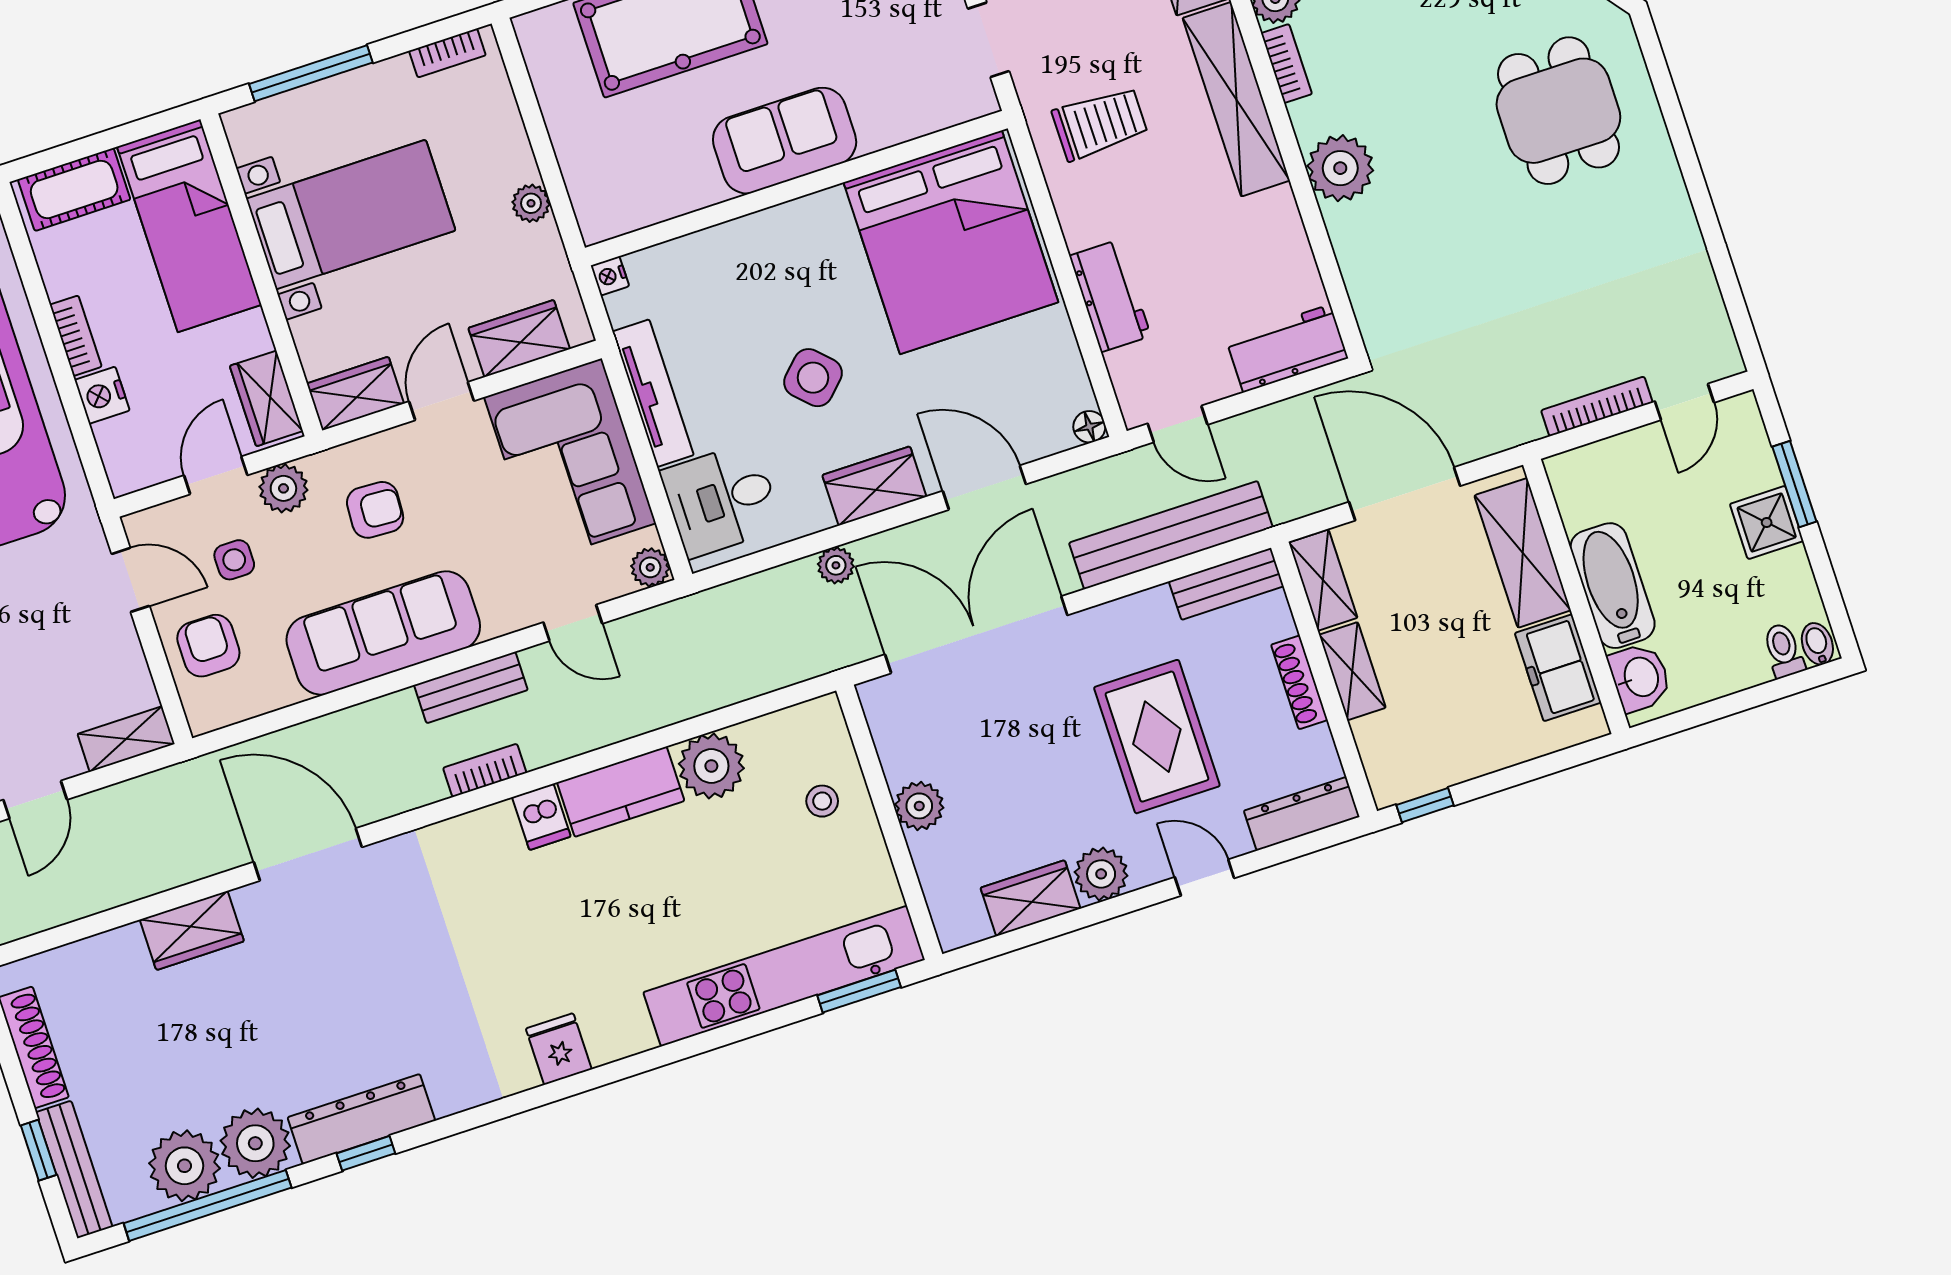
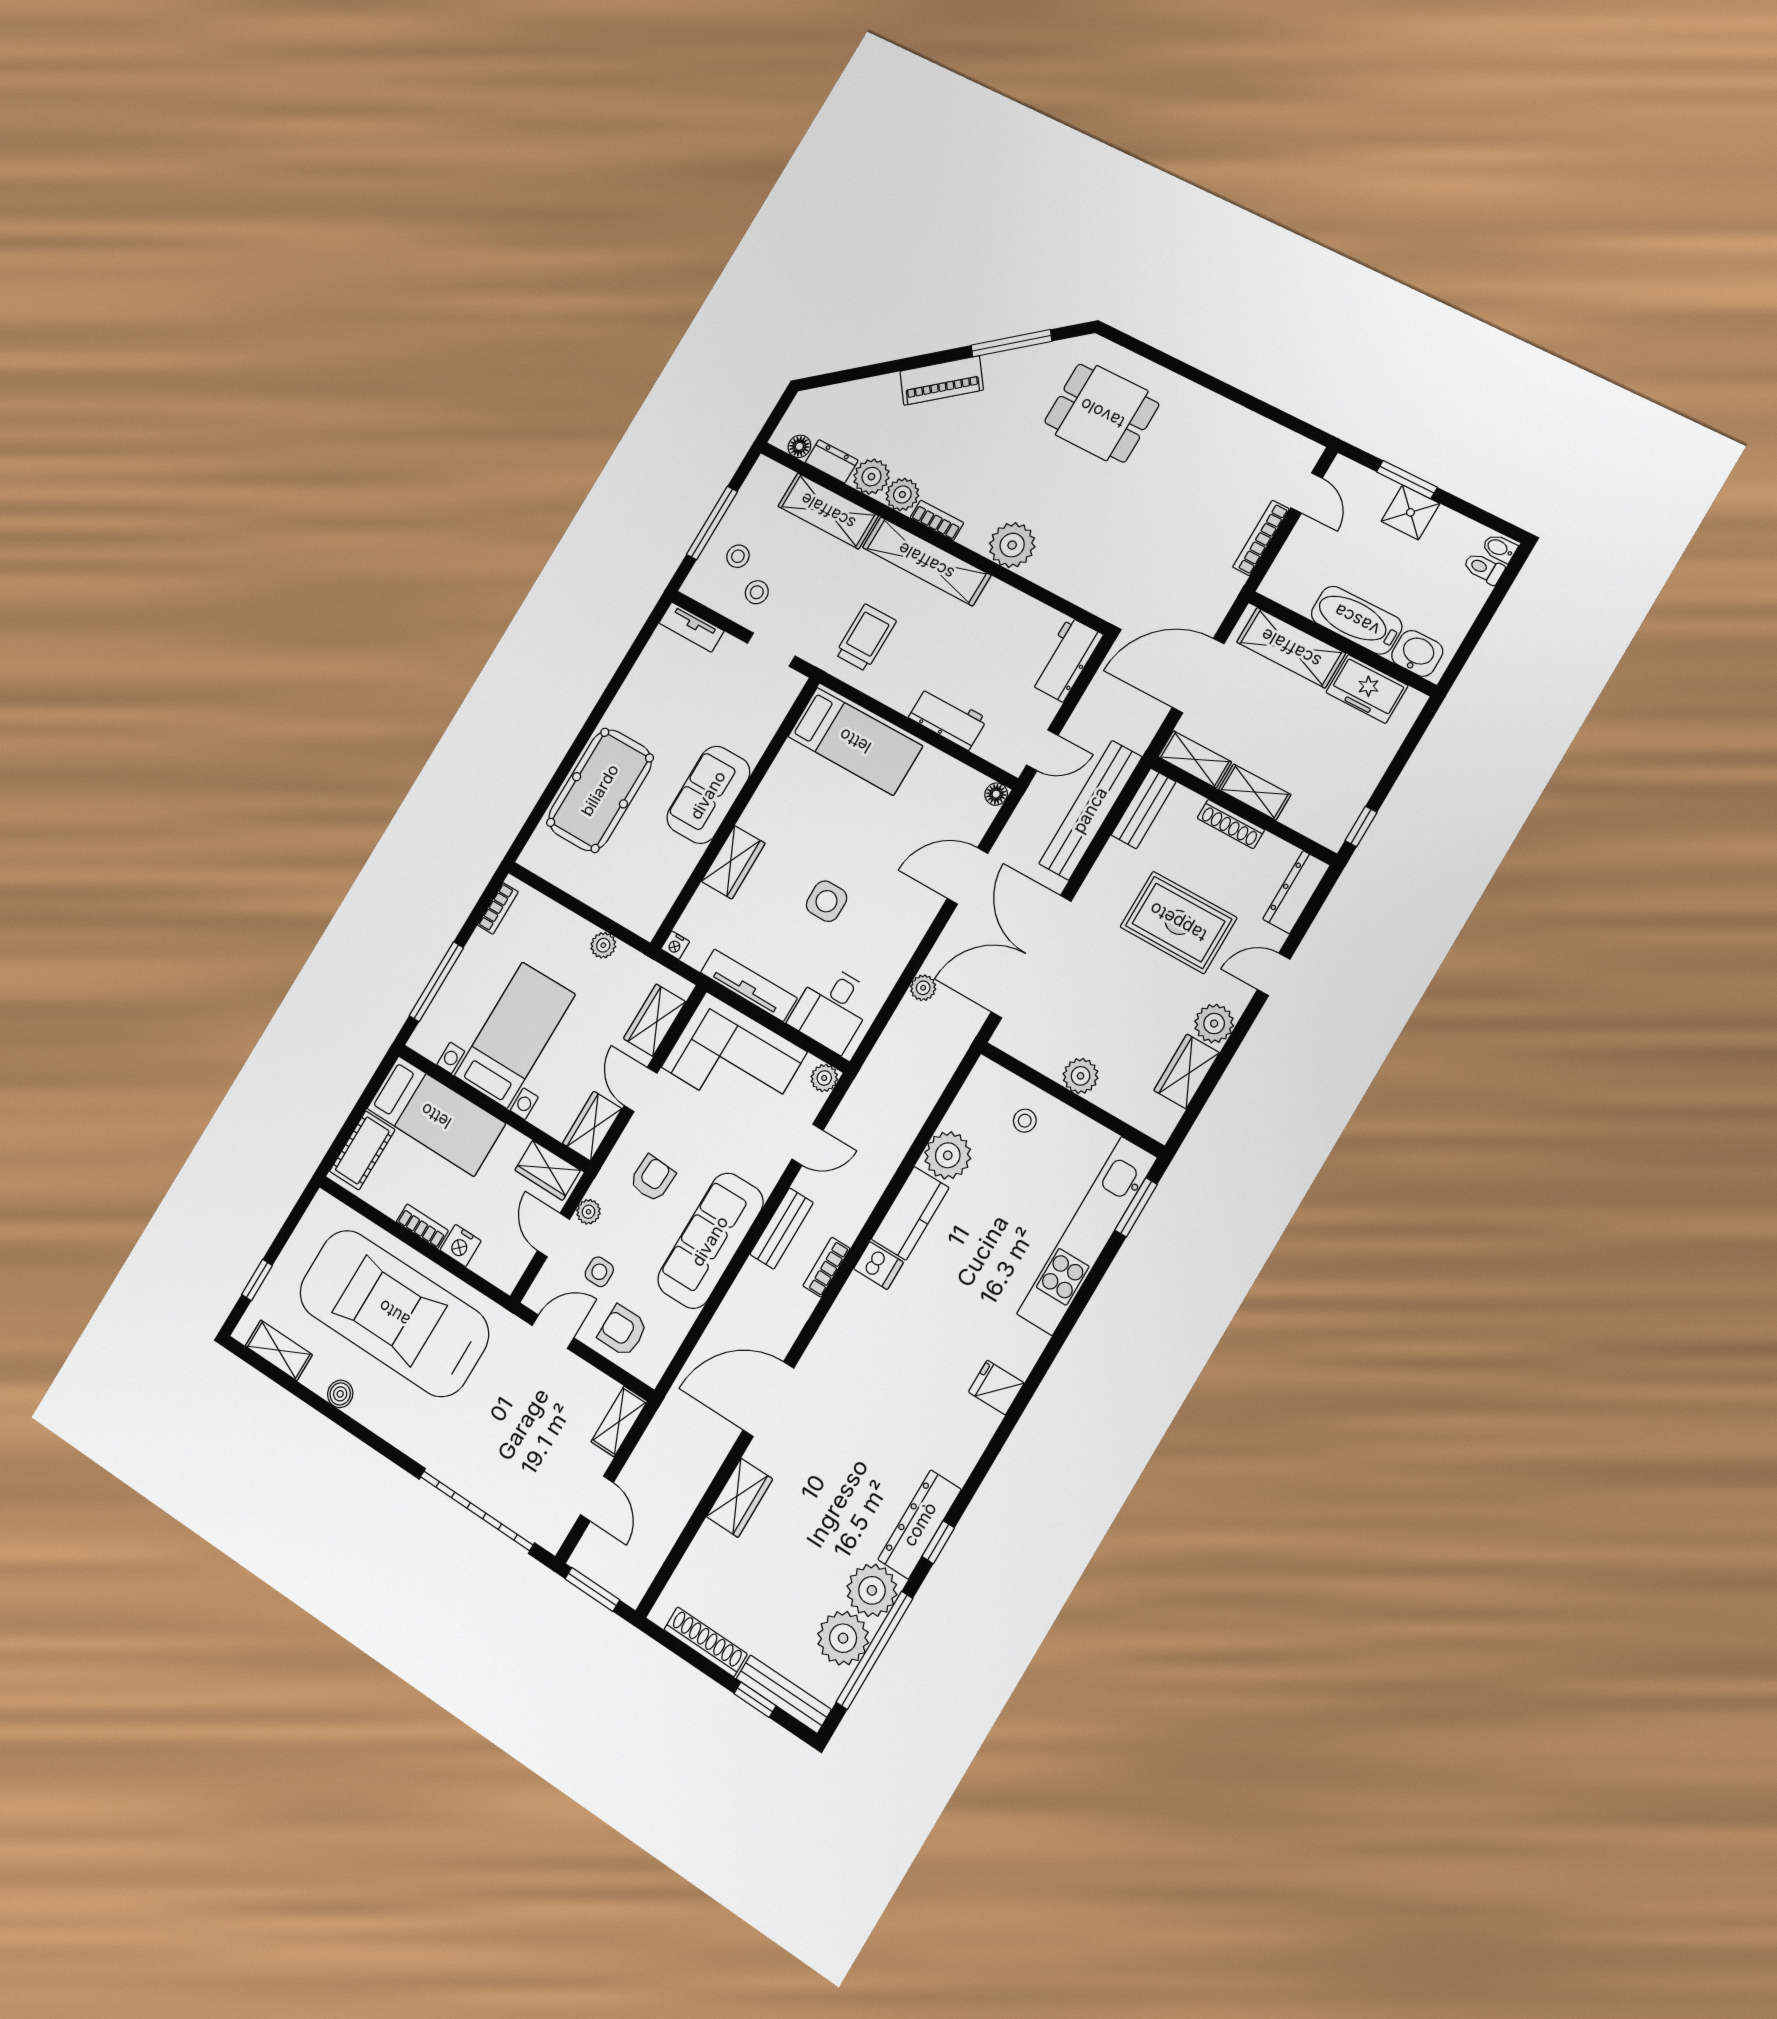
bed: (951, 242) -> (855, 741), width x0.49
side table: (813, 378) -> (827, 901), turned 45
wardrobe: (874, 486) -> (733, 862), moved, turned 180
plant: (283, 488) -> (588, 1212), width x0.73, depth x0.73

